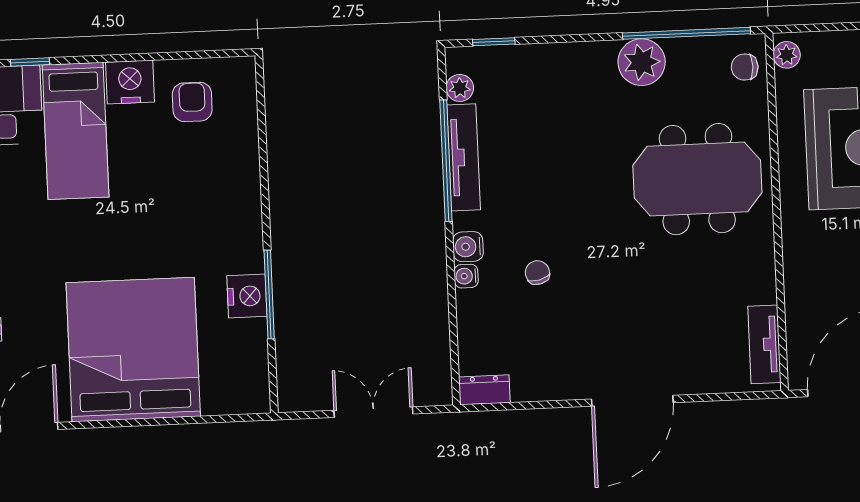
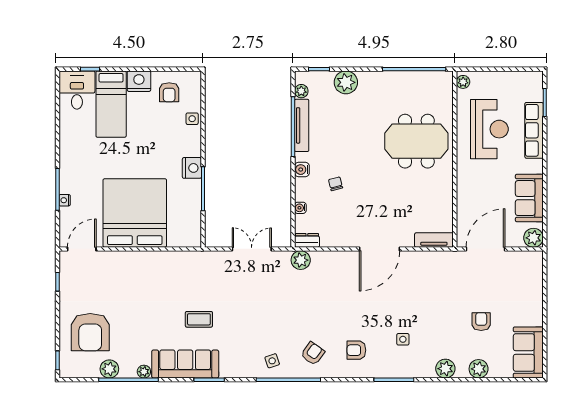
plant: (642, 62) -> (346, 82), moved
chair: (745, 67) -> (442, 87), removed
armchair: (192, 102) -> (169, 92), turned 180
side table: (241, 153) -> (192, 119), added
water cooler: (466, 276) -> (300, 208), moved
nightstand: (247, 296) -> (192, 168), moved
tv unit: (764, 344) -> (434, 240), moved, turned 90
plant: (473, 430) -> (301, 260), added

